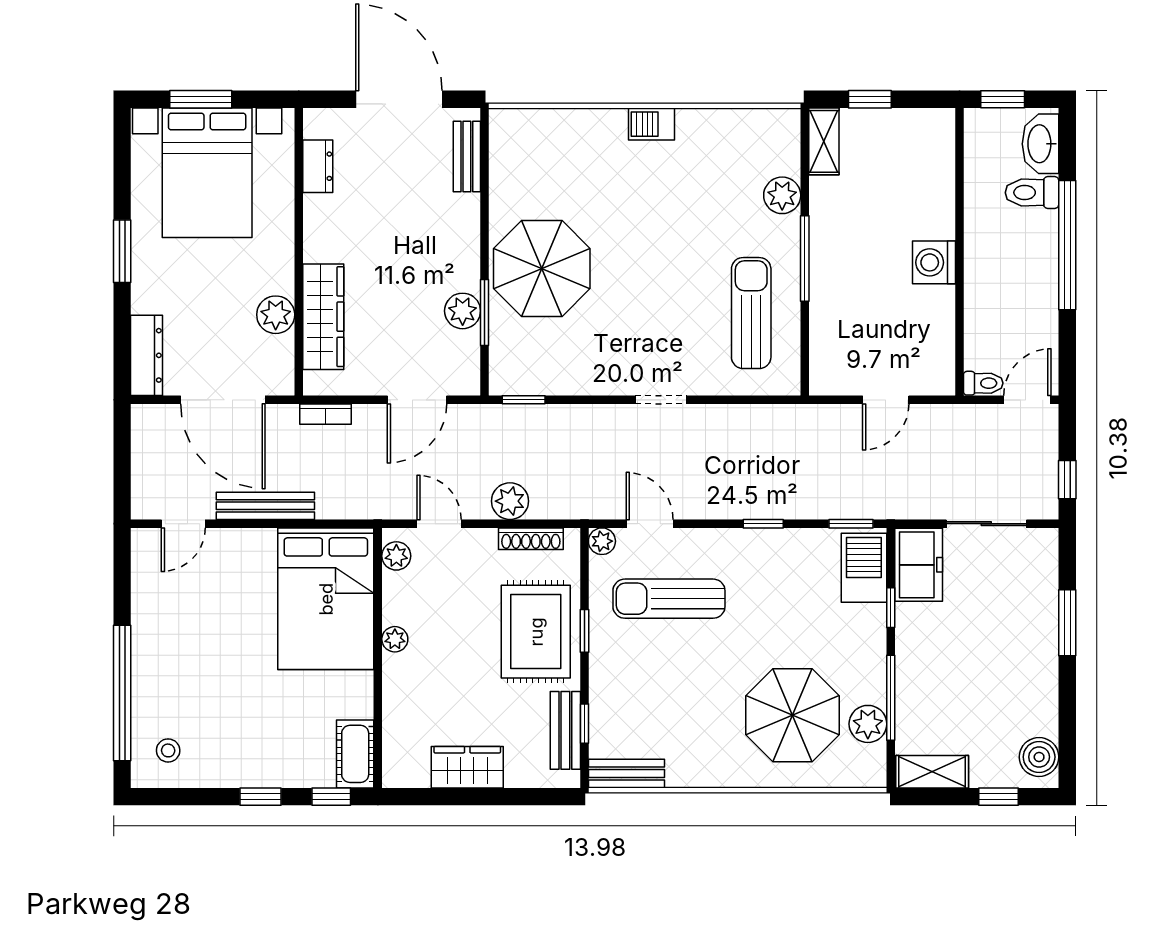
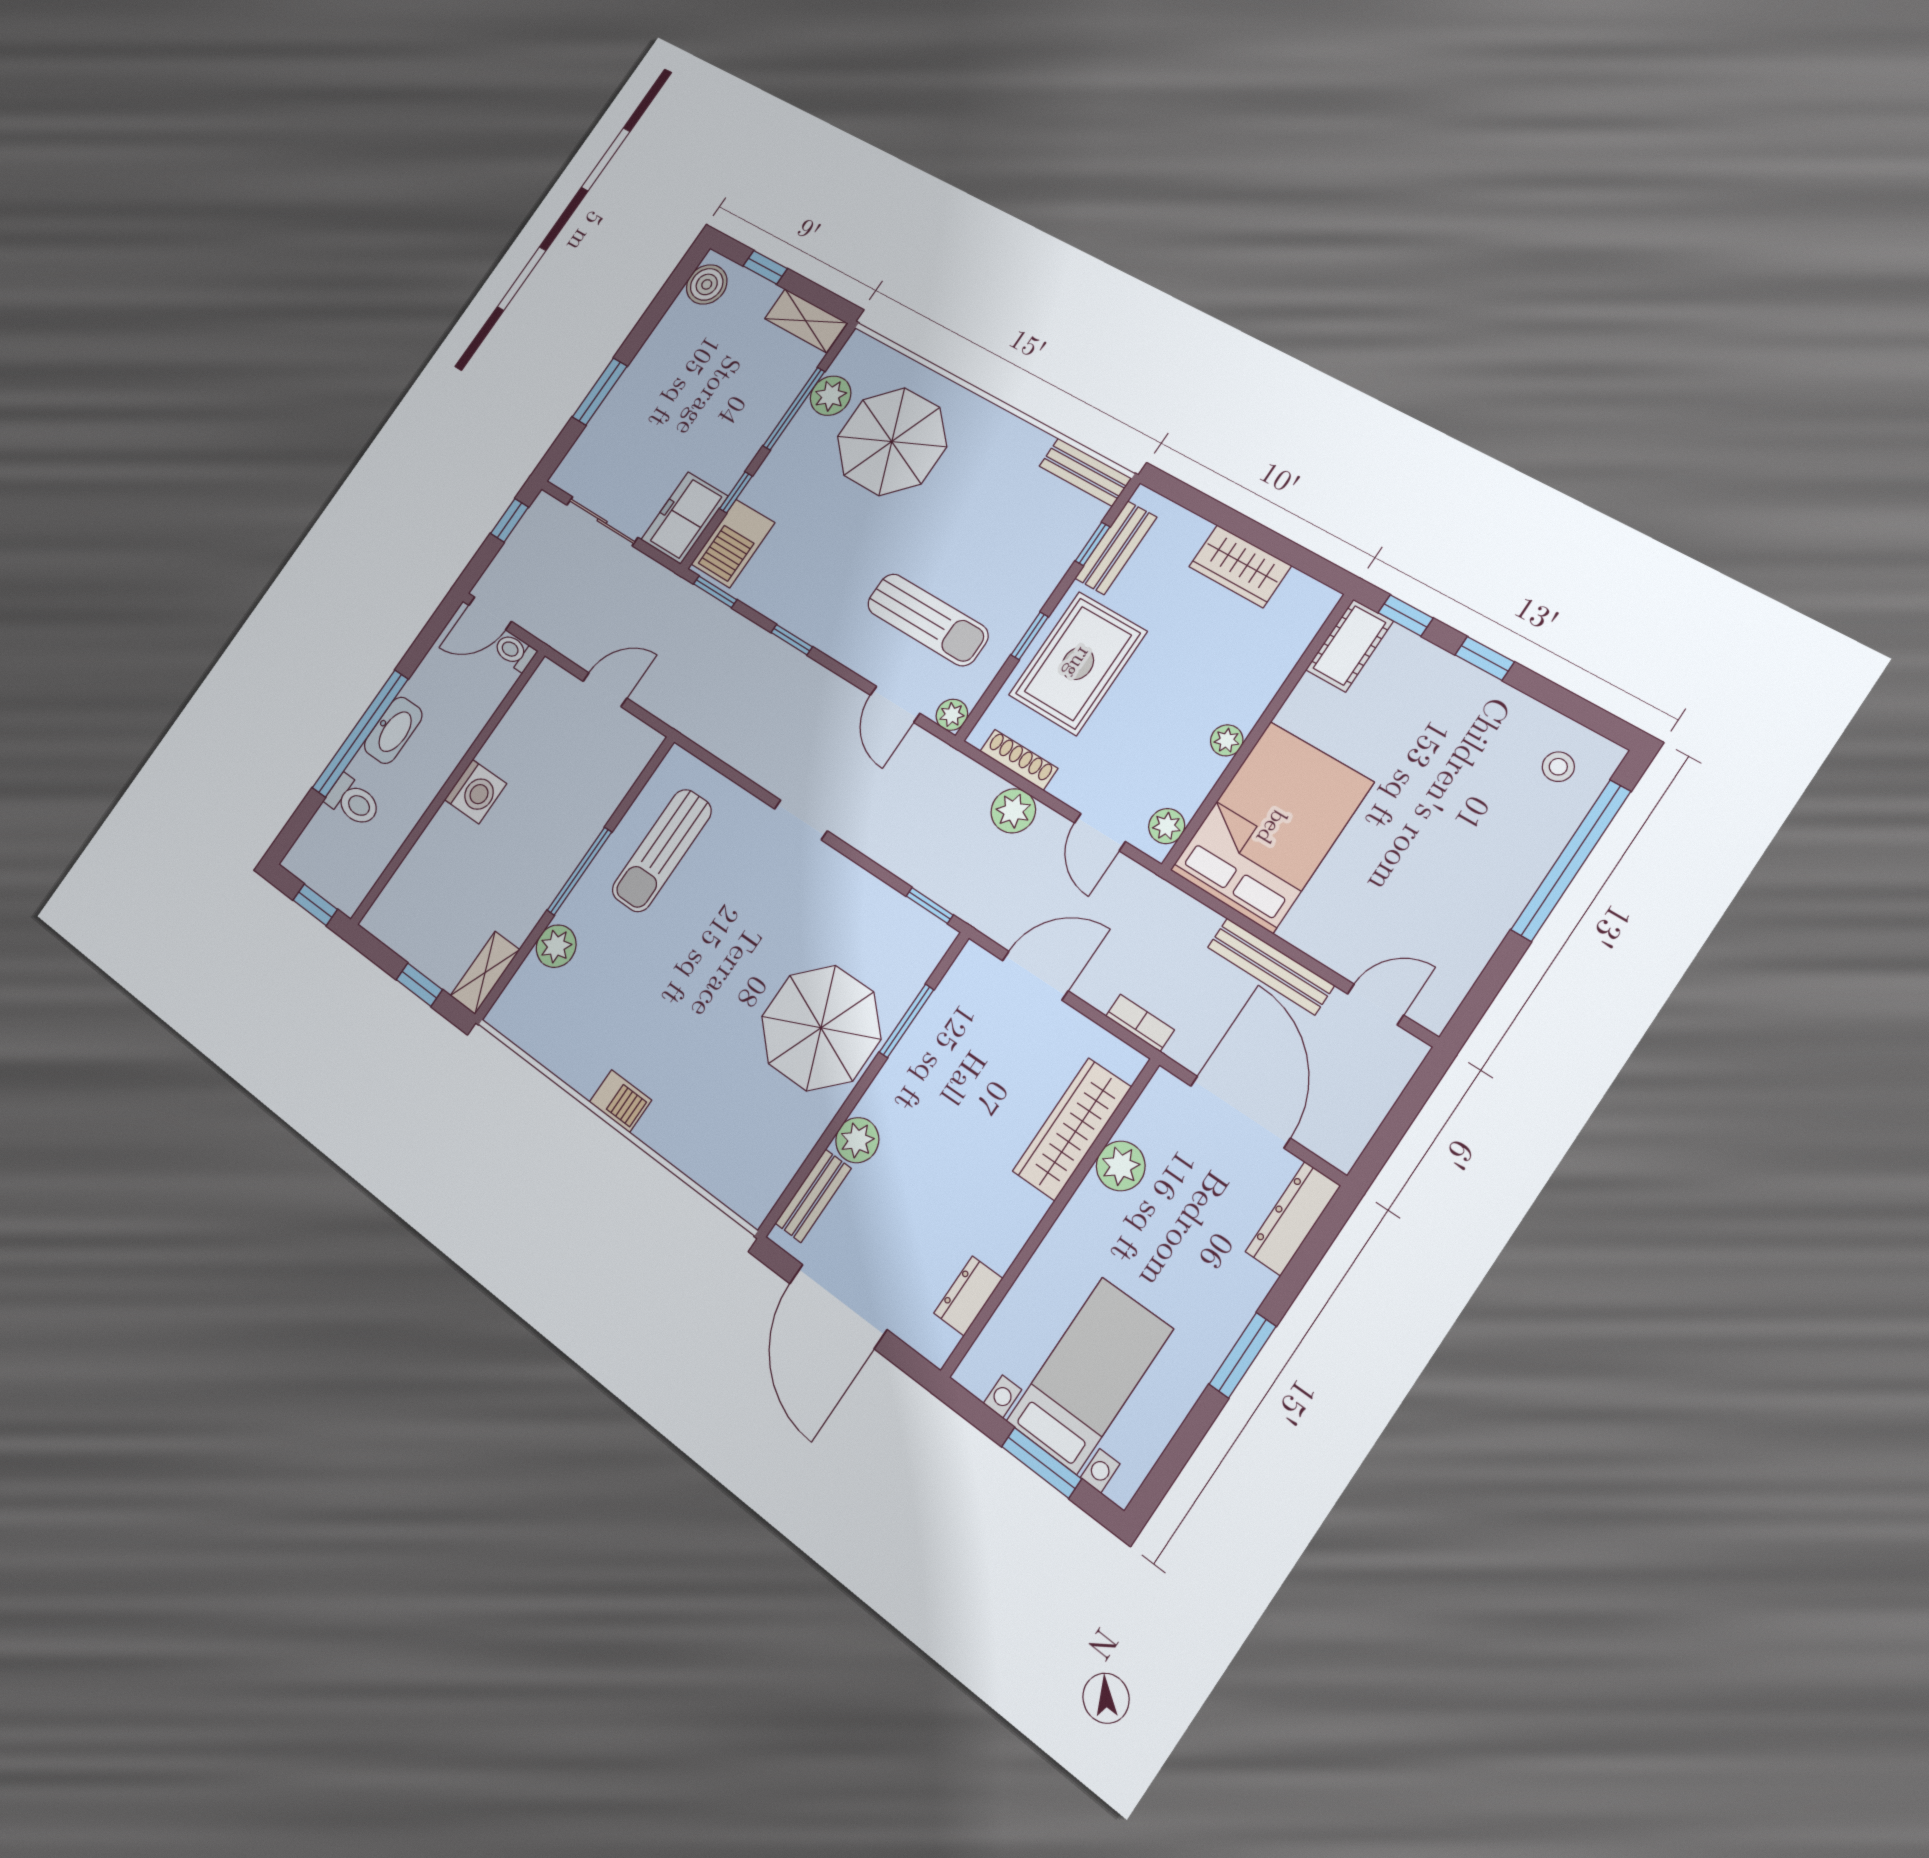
washbasin: (1040, 144) -> (393, 730), moved
bed with nightstands: (207, 173) -> (1090, 1375), width x0.73
plant: (463, 311) -> (857, 1140), moved

